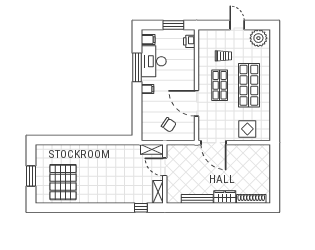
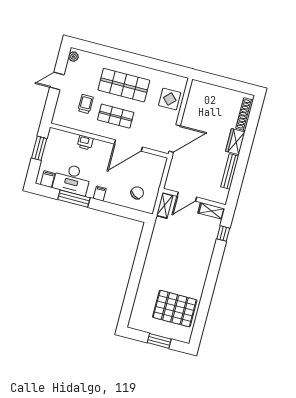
plant: (258, 38) -> (73, 57), width x0.53, depth x0.53
printer: (189, 41) -> (85, 142), moved
chair: (169, 125) -> (137, 193), moved

